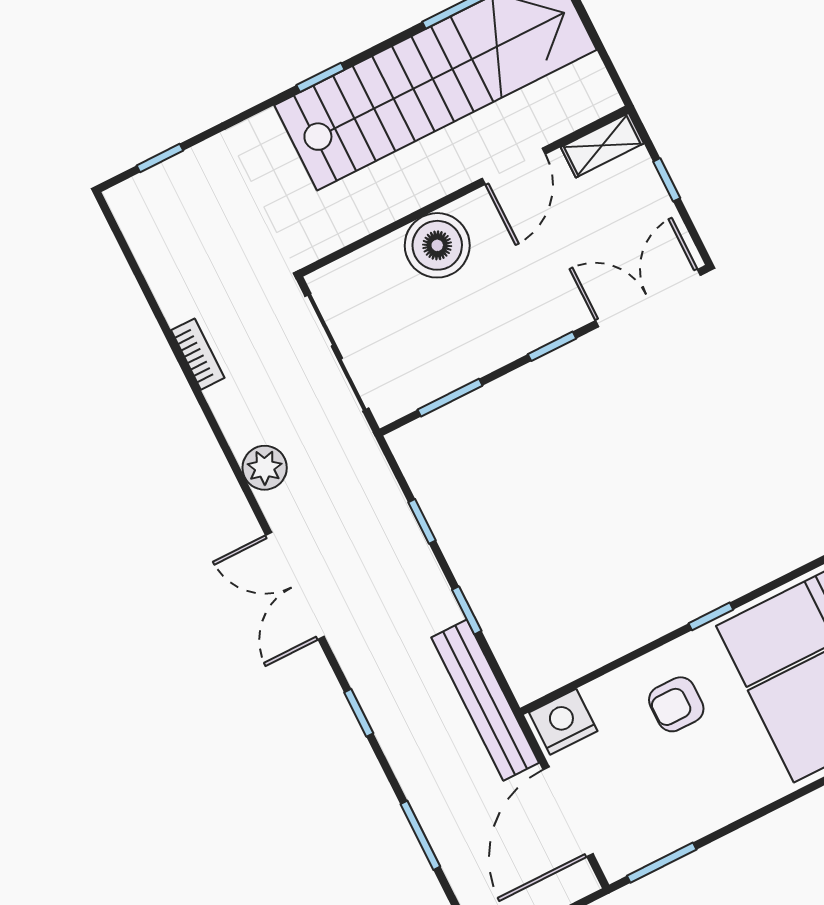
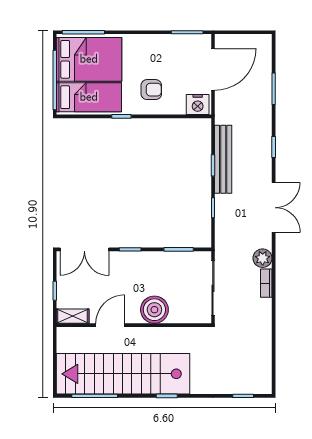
bookcase: (198, 354) -> (266, 283), moved
bench: (485, 700) -> (223, 159), moved

